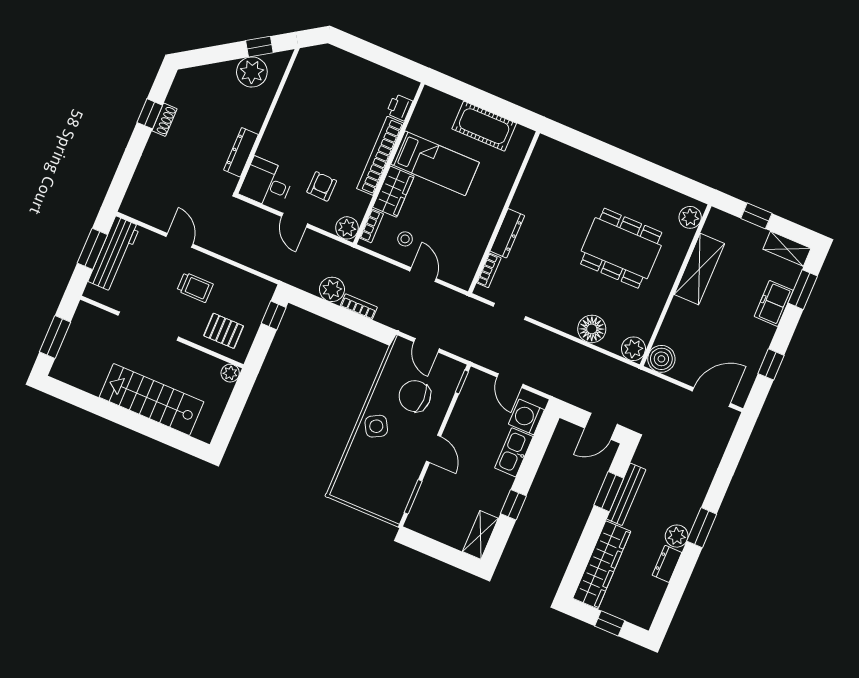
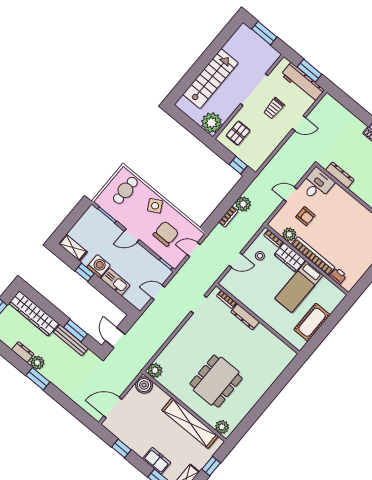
plant: (347, 228) -> (289, 234), moved
shelving: (699, 269) -> (190, 423), width x1.47
trolley: (195, 287) -> (274, 108), moved
floor lamp: (592, 329) -> (174, 349), removed
plant: (230, 373) -> (211, 123), width x1.88, depth x1.88
door: (711, 397) -> (113, 408), swing flipped
washing machine: (526, 417) -> (99, 266), moved
cafe table: (366, 480) -> (125, 190), added

